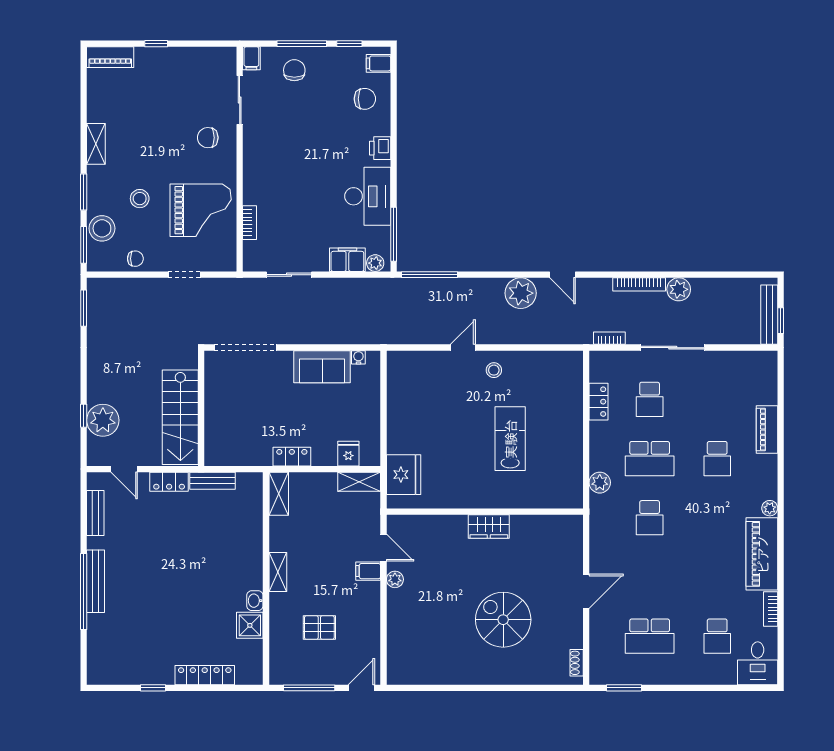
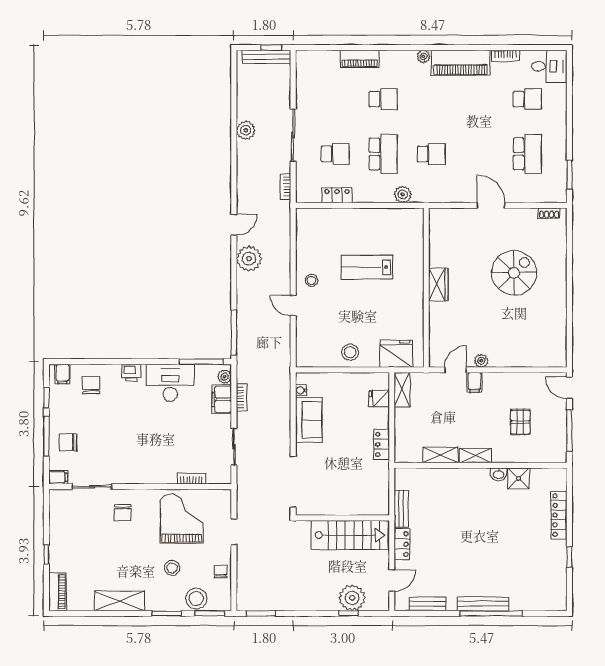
shelving: (96, 144) -> (119, 601), width x1.50, depth x1.33
bookcase: (639, 284) -> (242, 397), moved, width x0.64
stool: (405, 418) -> (350, 352), added
shelving: (279, 494) -> (440, 455), moved
spiral stairs: (503, 620) -> (514, 273), turned 180

